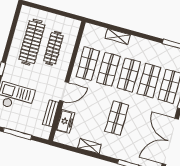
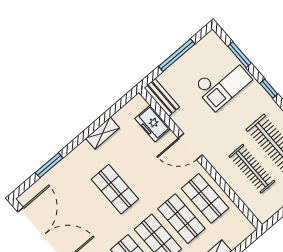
door: (64, 92) -> (190, 147), hinge flipped
bench: (51, 113) -> (162, 97), moved

